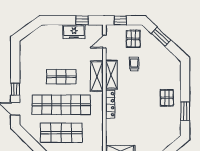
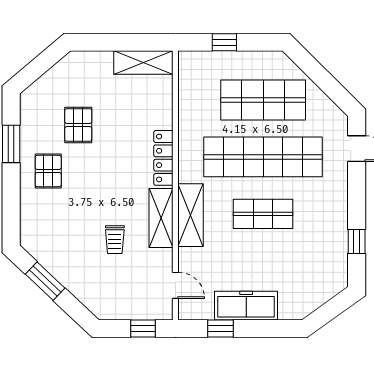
freezer: (74, 32) -> (246, 306), width x1.40
window: (161, 37) -> (45, 281), moved
pallet: (133, 39) -> (78, 125), moved
door: (104, 42) -> (175, 285), hinge flipped
window: (15, 89) -> (357, 241), moved

